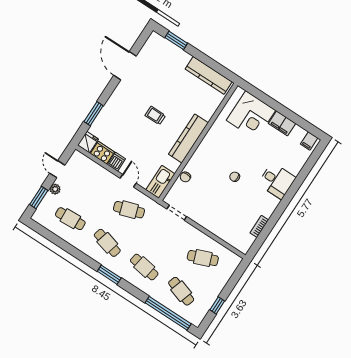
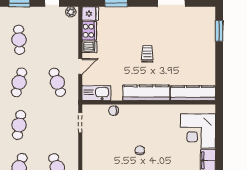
kitchen counter: (209, 75) -> (193, 93), moved, turned 90
plant: (55, 189) -> (71, 12), moved

